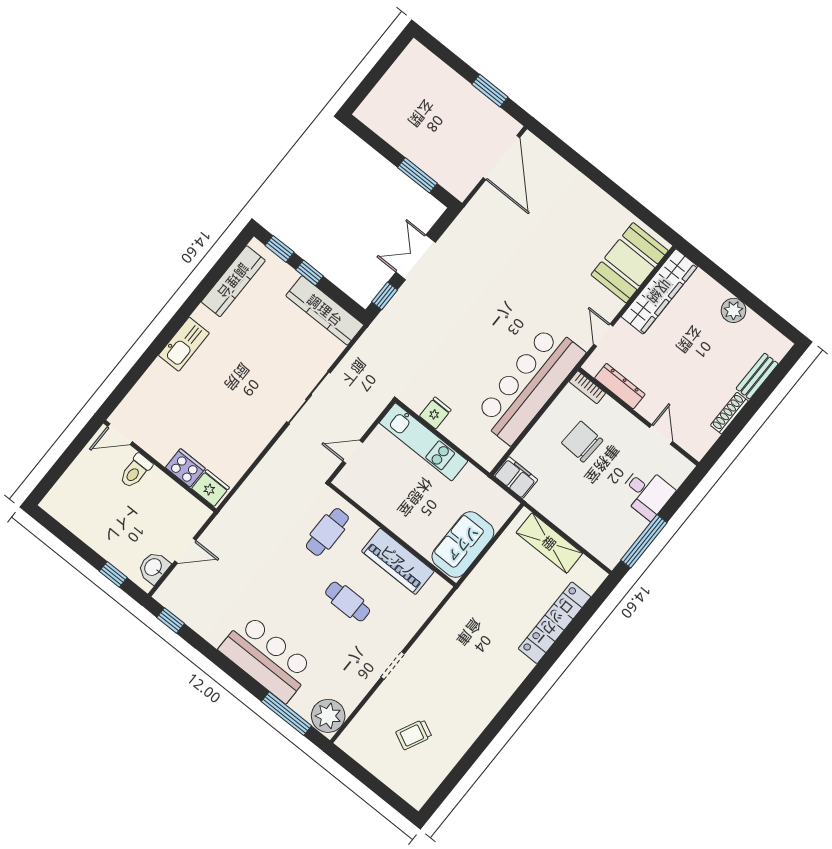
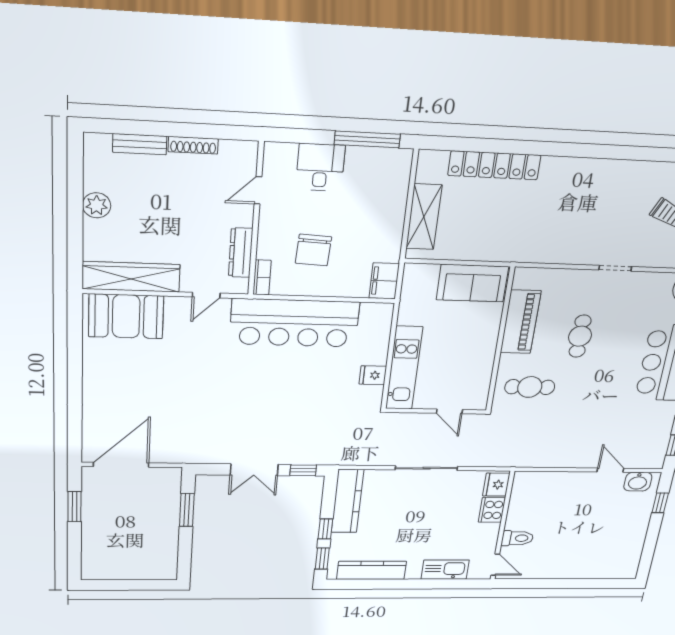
door: (120, 434) -> (495, 565), moved
wall: (160, 466) -> (502, 526), moved
cooker: (185, 468) -> (492, 510), moved
toilet: (136, 471) -> (517, 538), moved
fridge: (211, 488) -> (496, 485), moved

